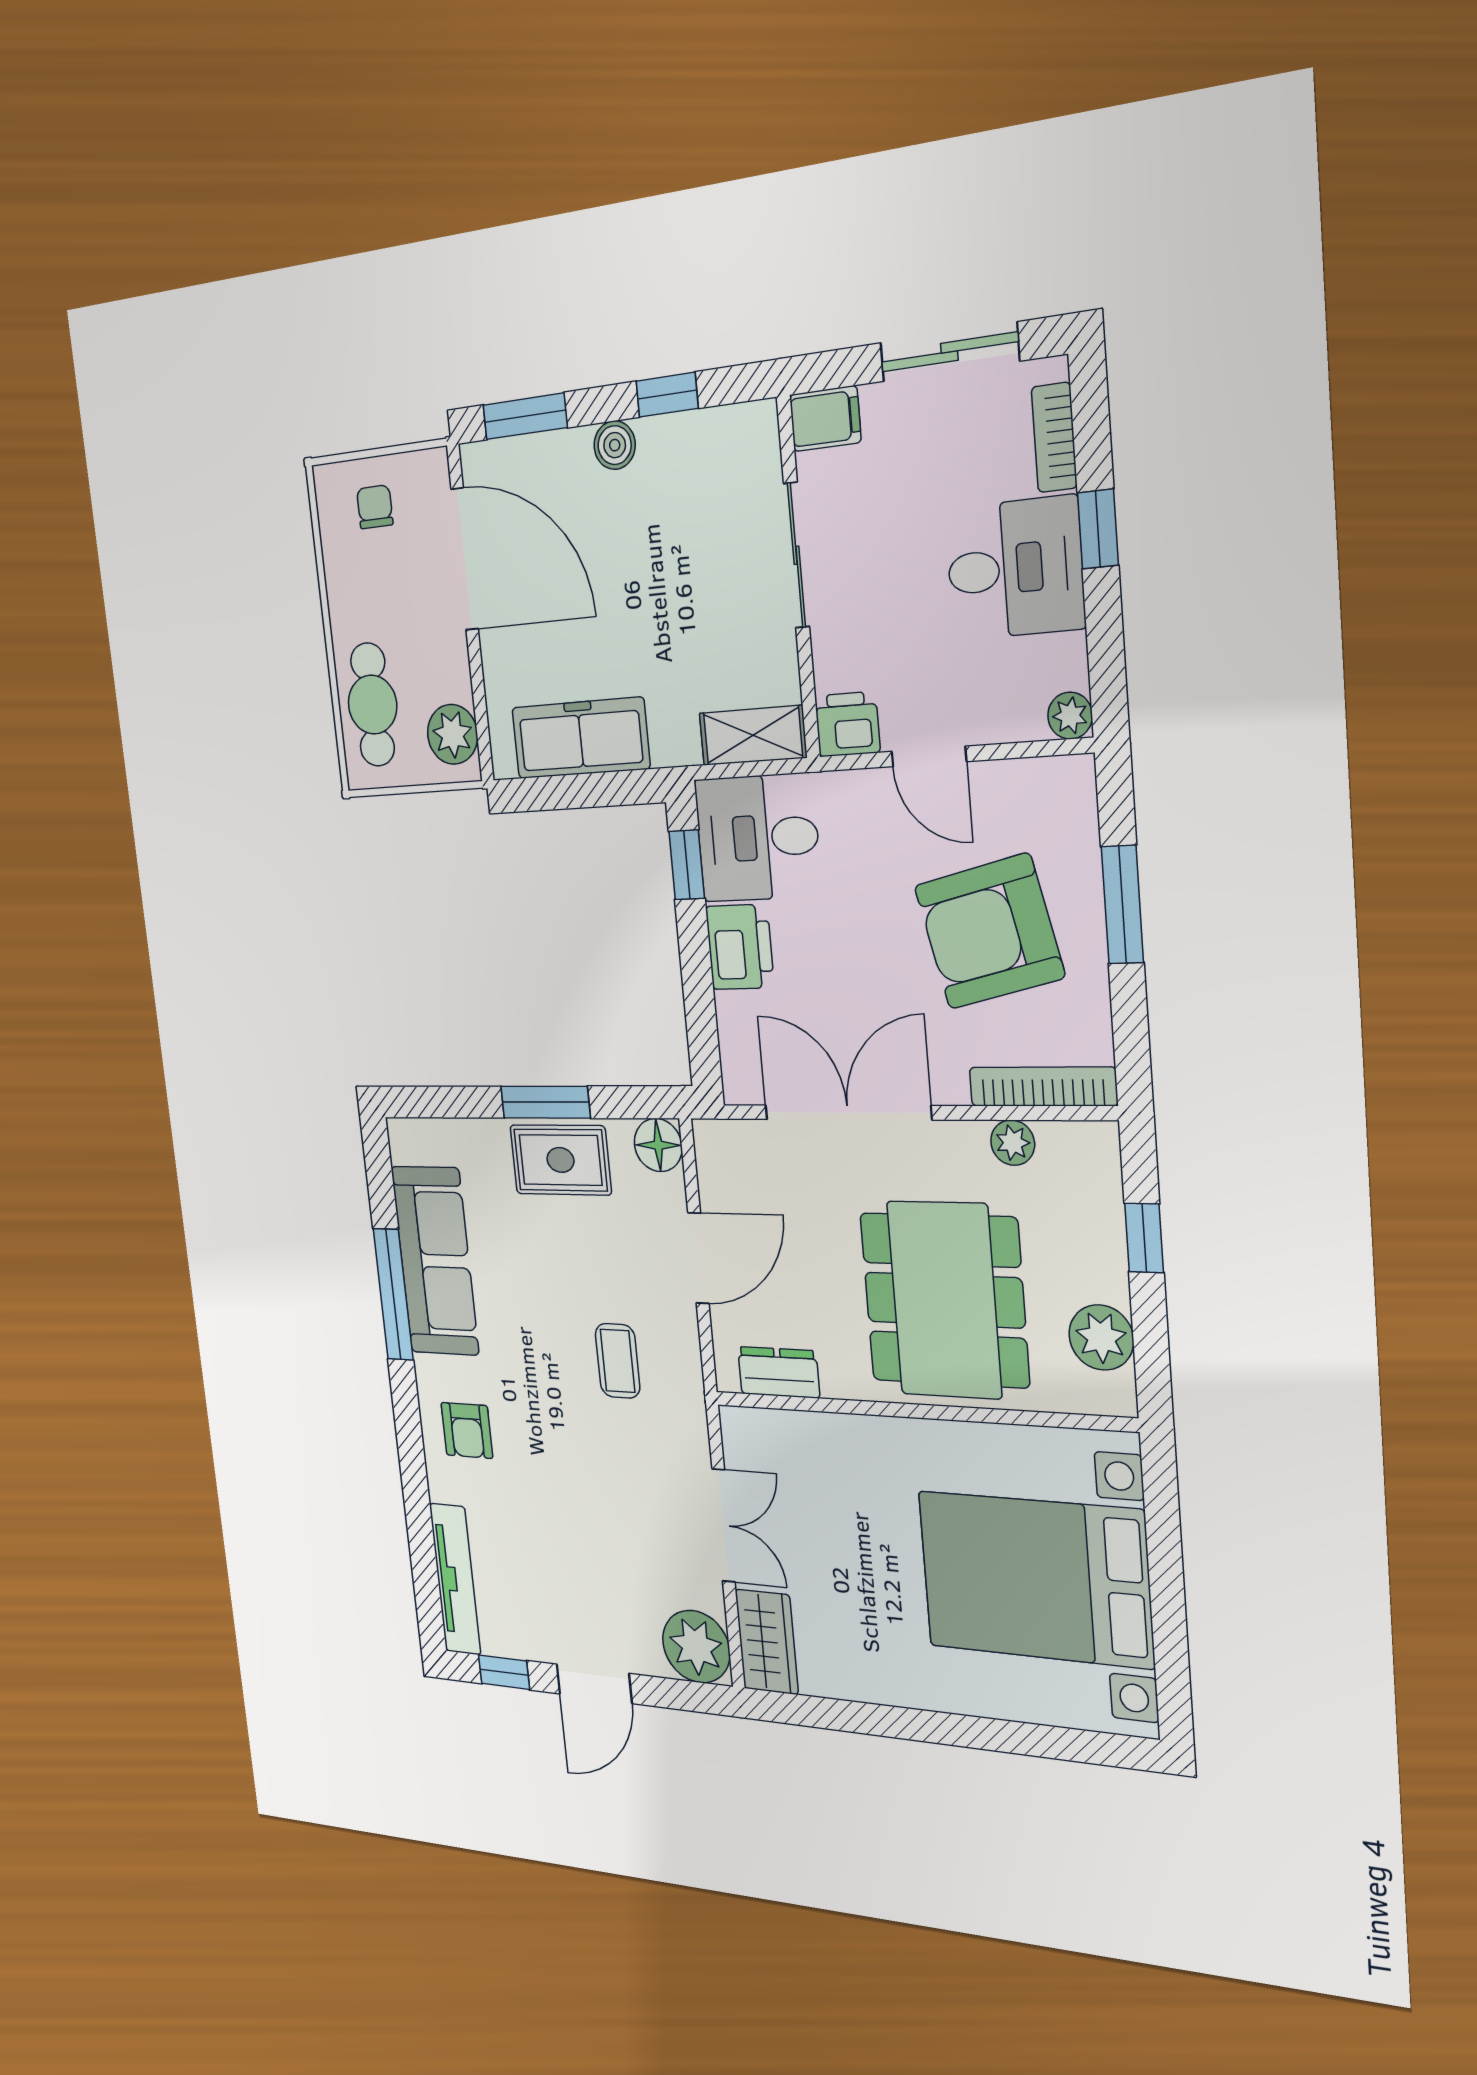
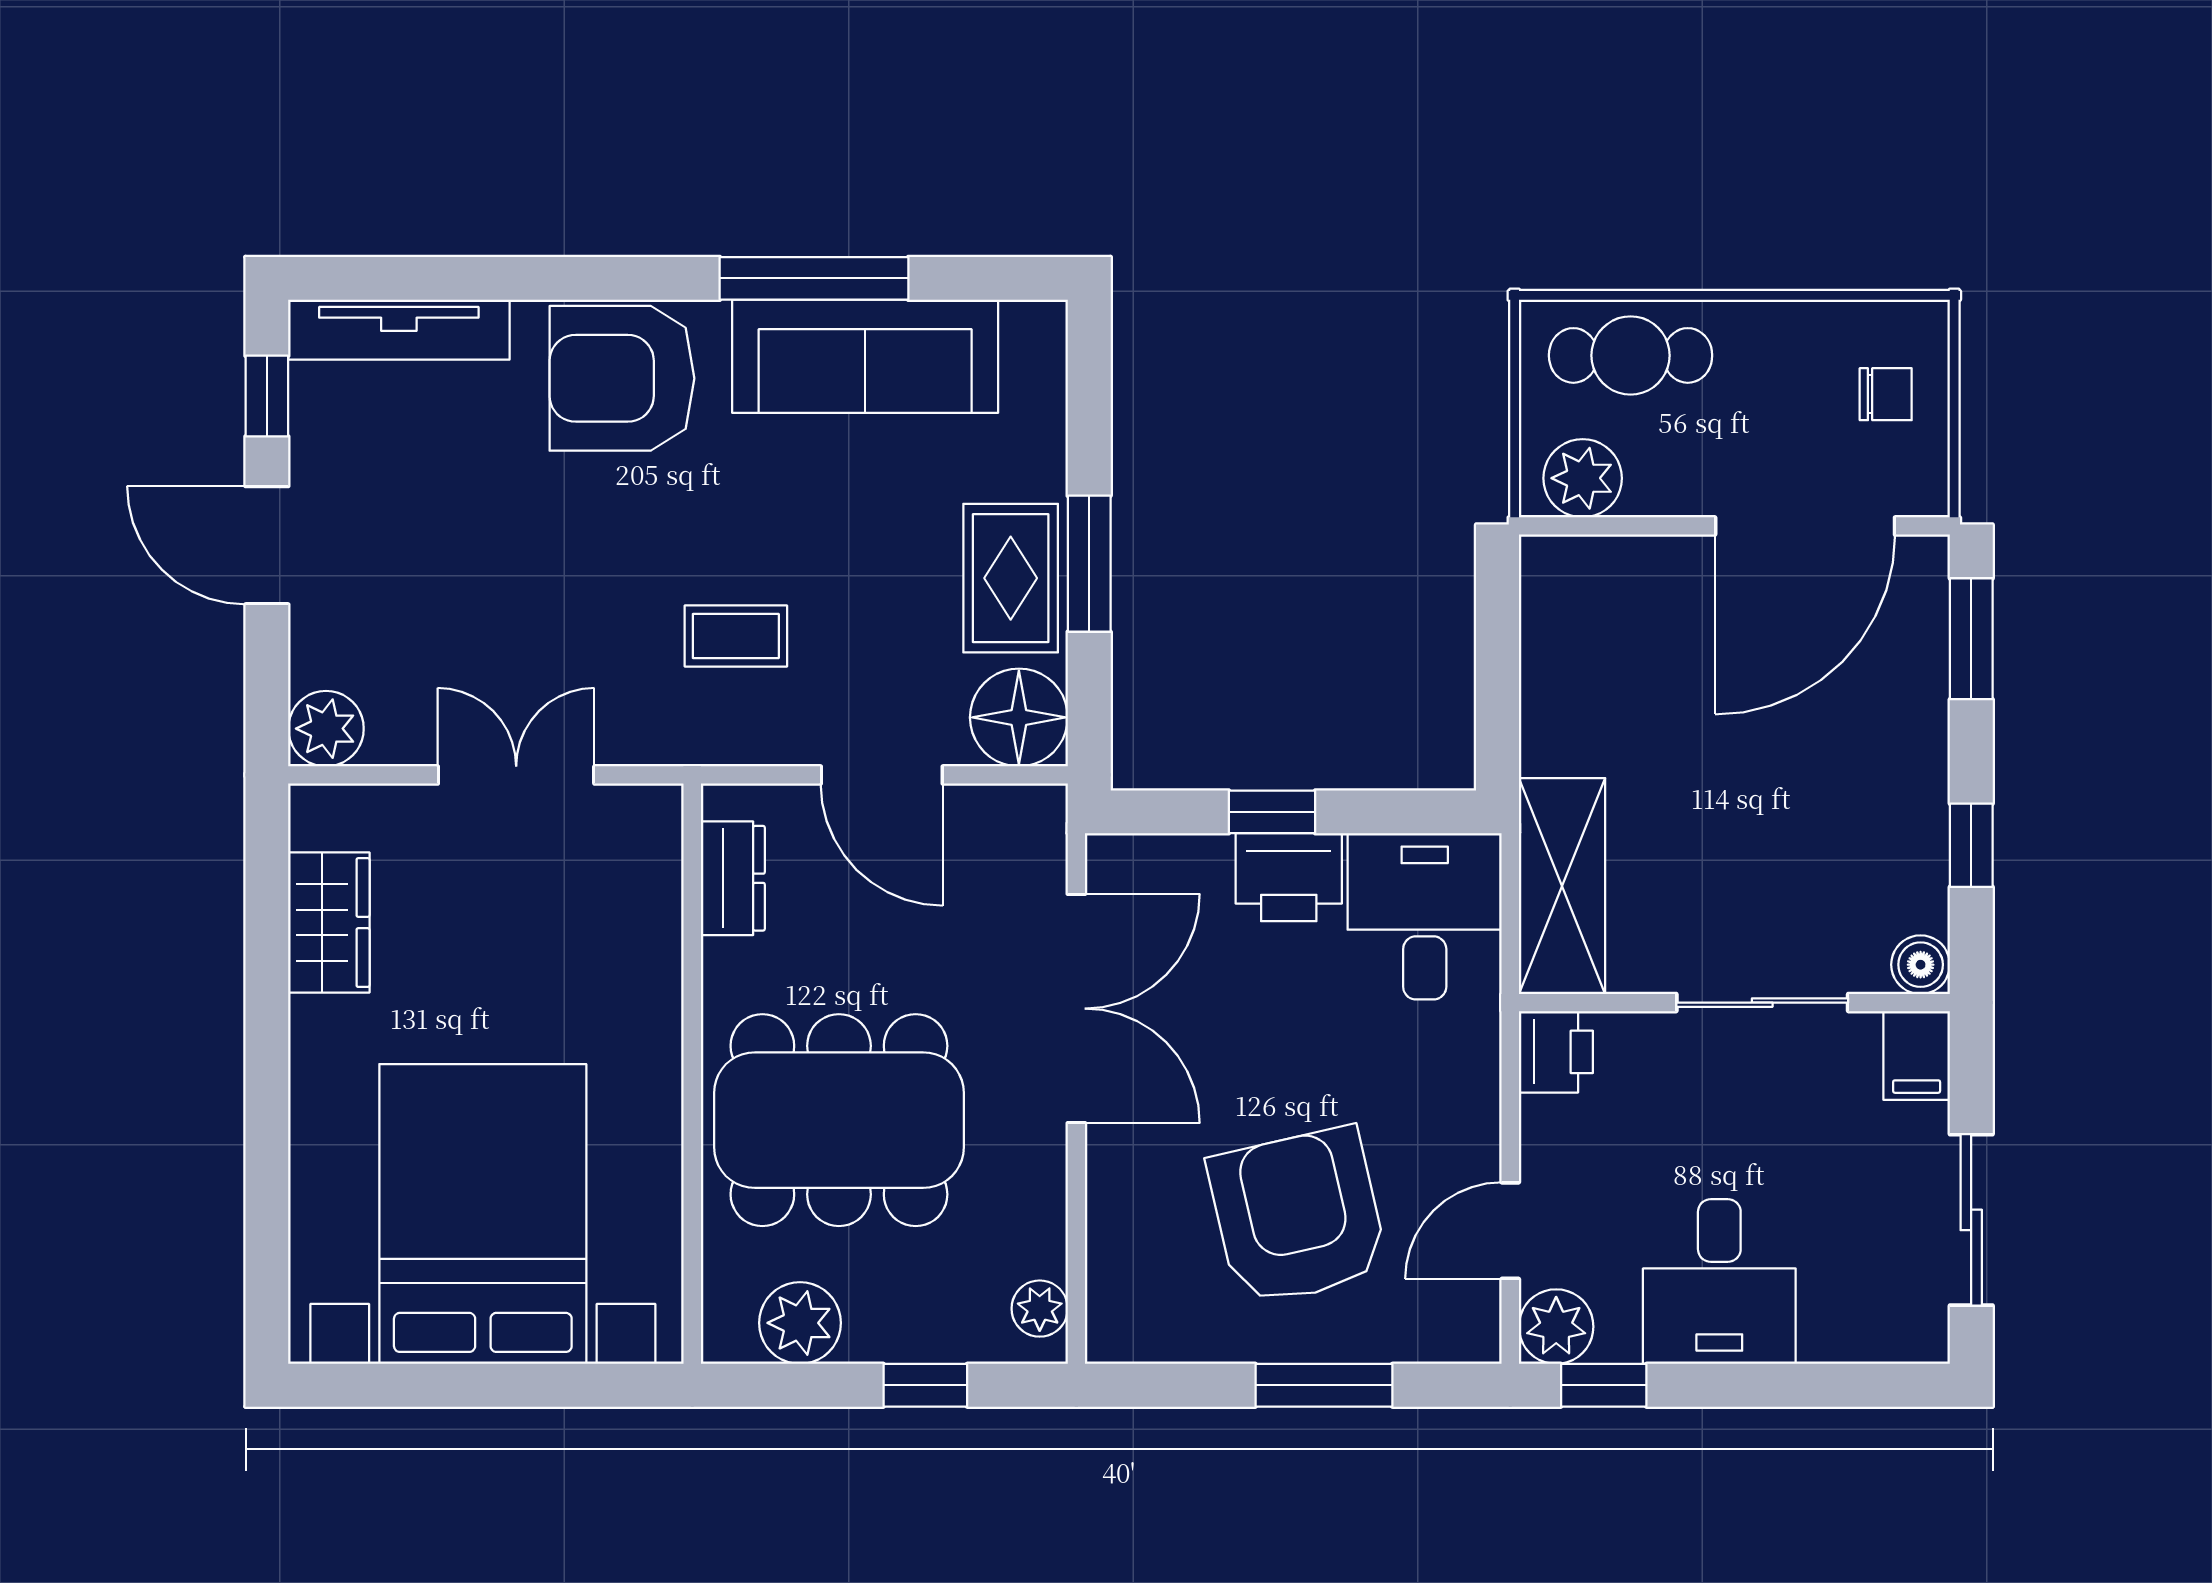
bookcase: (1054, 437) -> (1860, 1340), removed
boiler: (615, 445) -> (1921, 965), moved
window: (1098, 529) -> (1604, 1385), moved
plant: (1070, 716) -> (1556, 1327), width x1.38, depth x1.38
shelving: (753, 735) -> (1562, 886), width x1.50, depth x1.33
freezer: (581, 738) -> (1565, 674), removed
door: (929, 757) -> (1510, 1231), moved
window: (687, 865) -> (1272, 812), moved
bookcase: (1043, 1087) -> (1109, 1271), removed
plant: (1013, 1143) -> (1040, 1309), moved
floor lamp: (658, 1145) -> (1019, 717), width x1.38, depth x1.38
armchair: (467, 1430) -> (622, 378), width x1.88, depth x1.88
double door: (723, 1526) -> (516, 775), swing flipped
wardrobe: (767, 1642) -> (329, 923), moved, turned -90
plant: (696, 1647) -> (326, 729), width x0.73, depth x0.73

